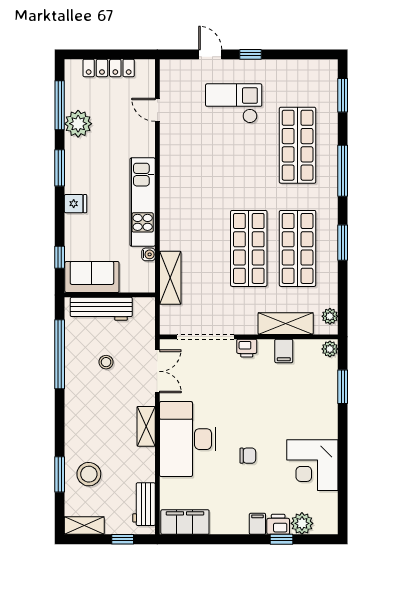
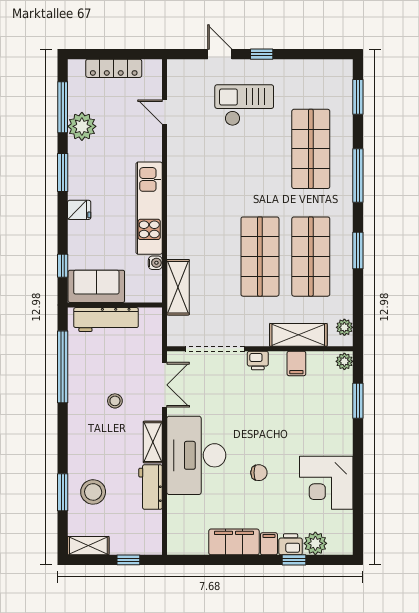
stool: (106, 362) -> (115, 401), moved
workbench: (144, 504) -> (151, 487), moved
filing cabinet: (185, 522) -> (234, 542), moved

